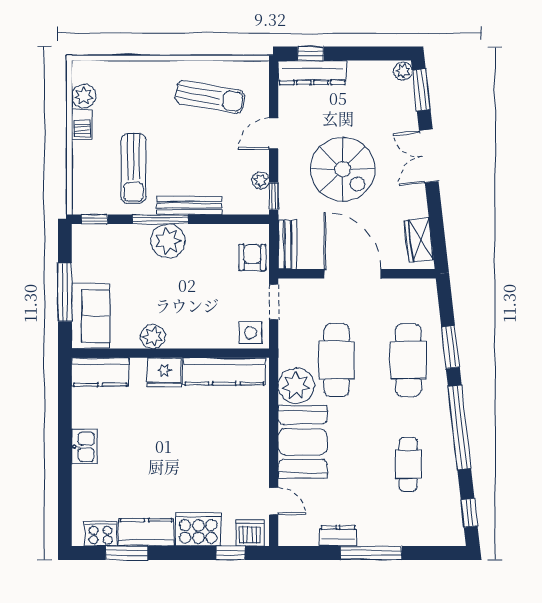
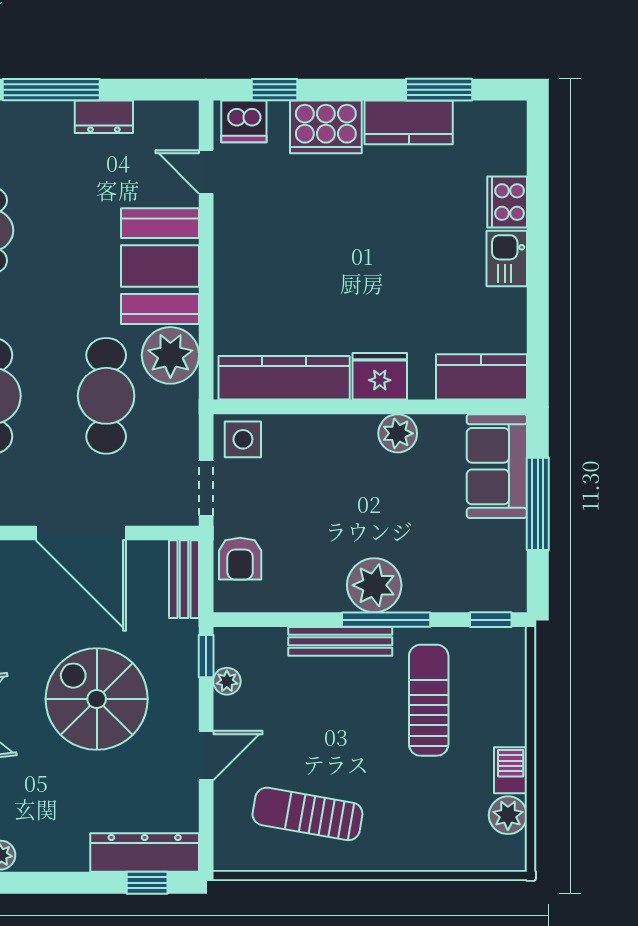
cooker: (101, 534) -> (507, 202), moved, turned 90

